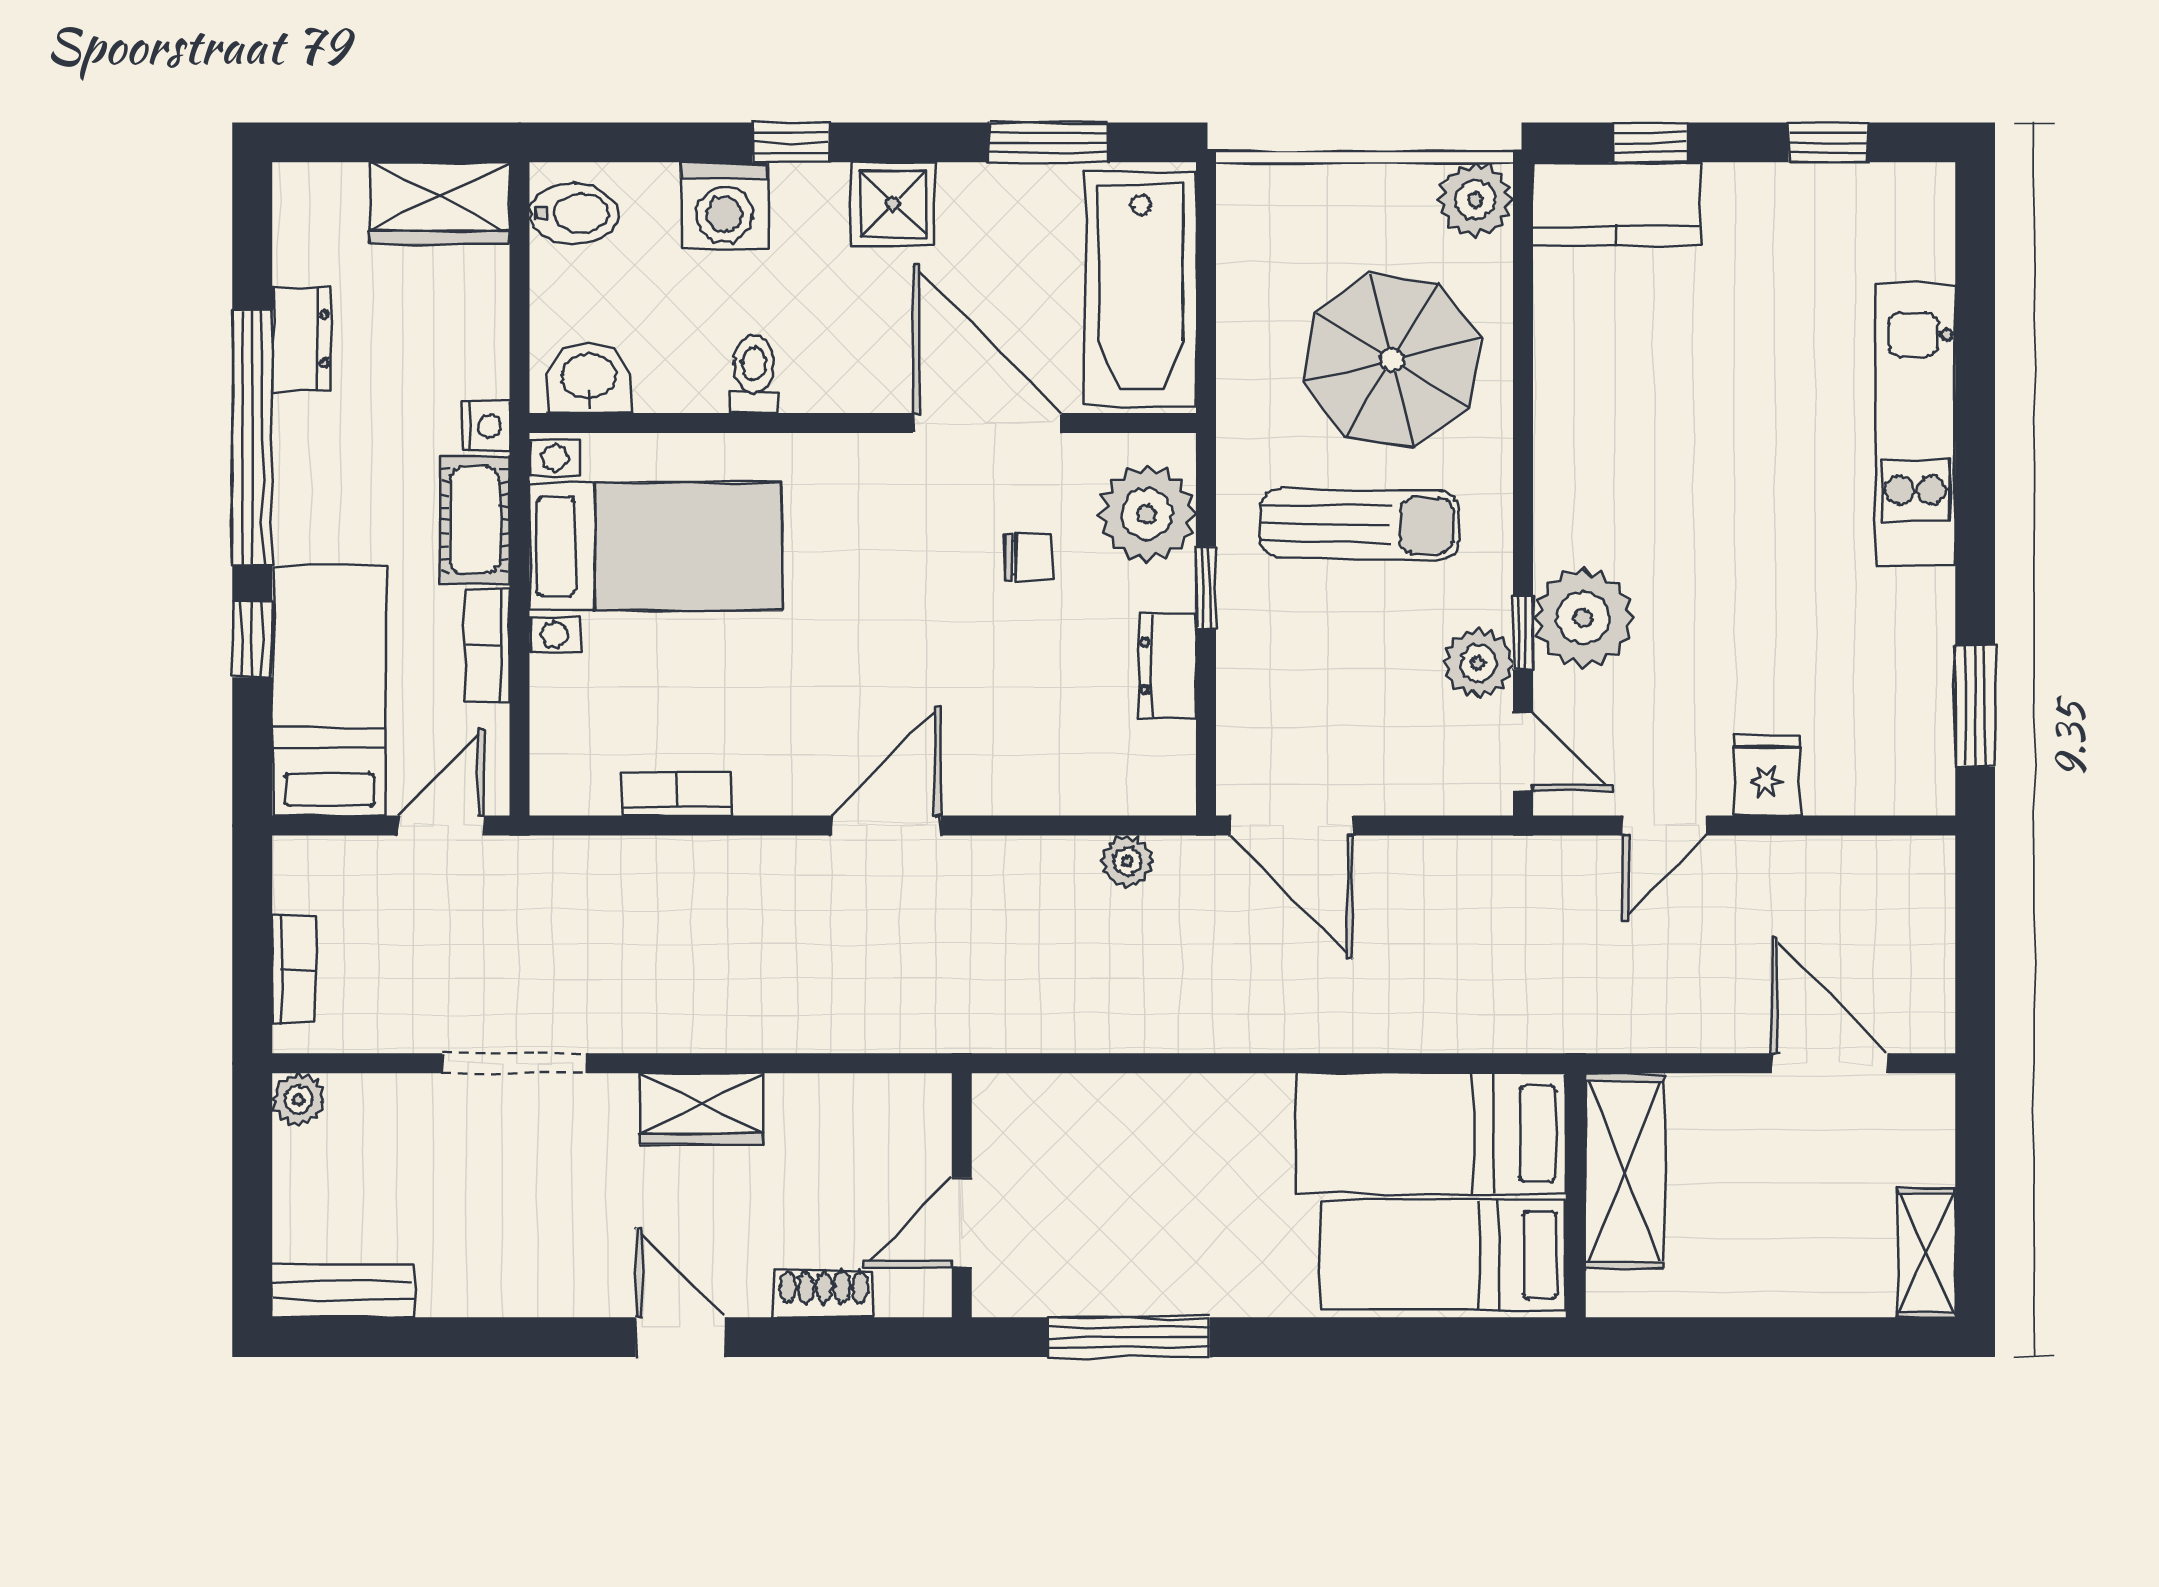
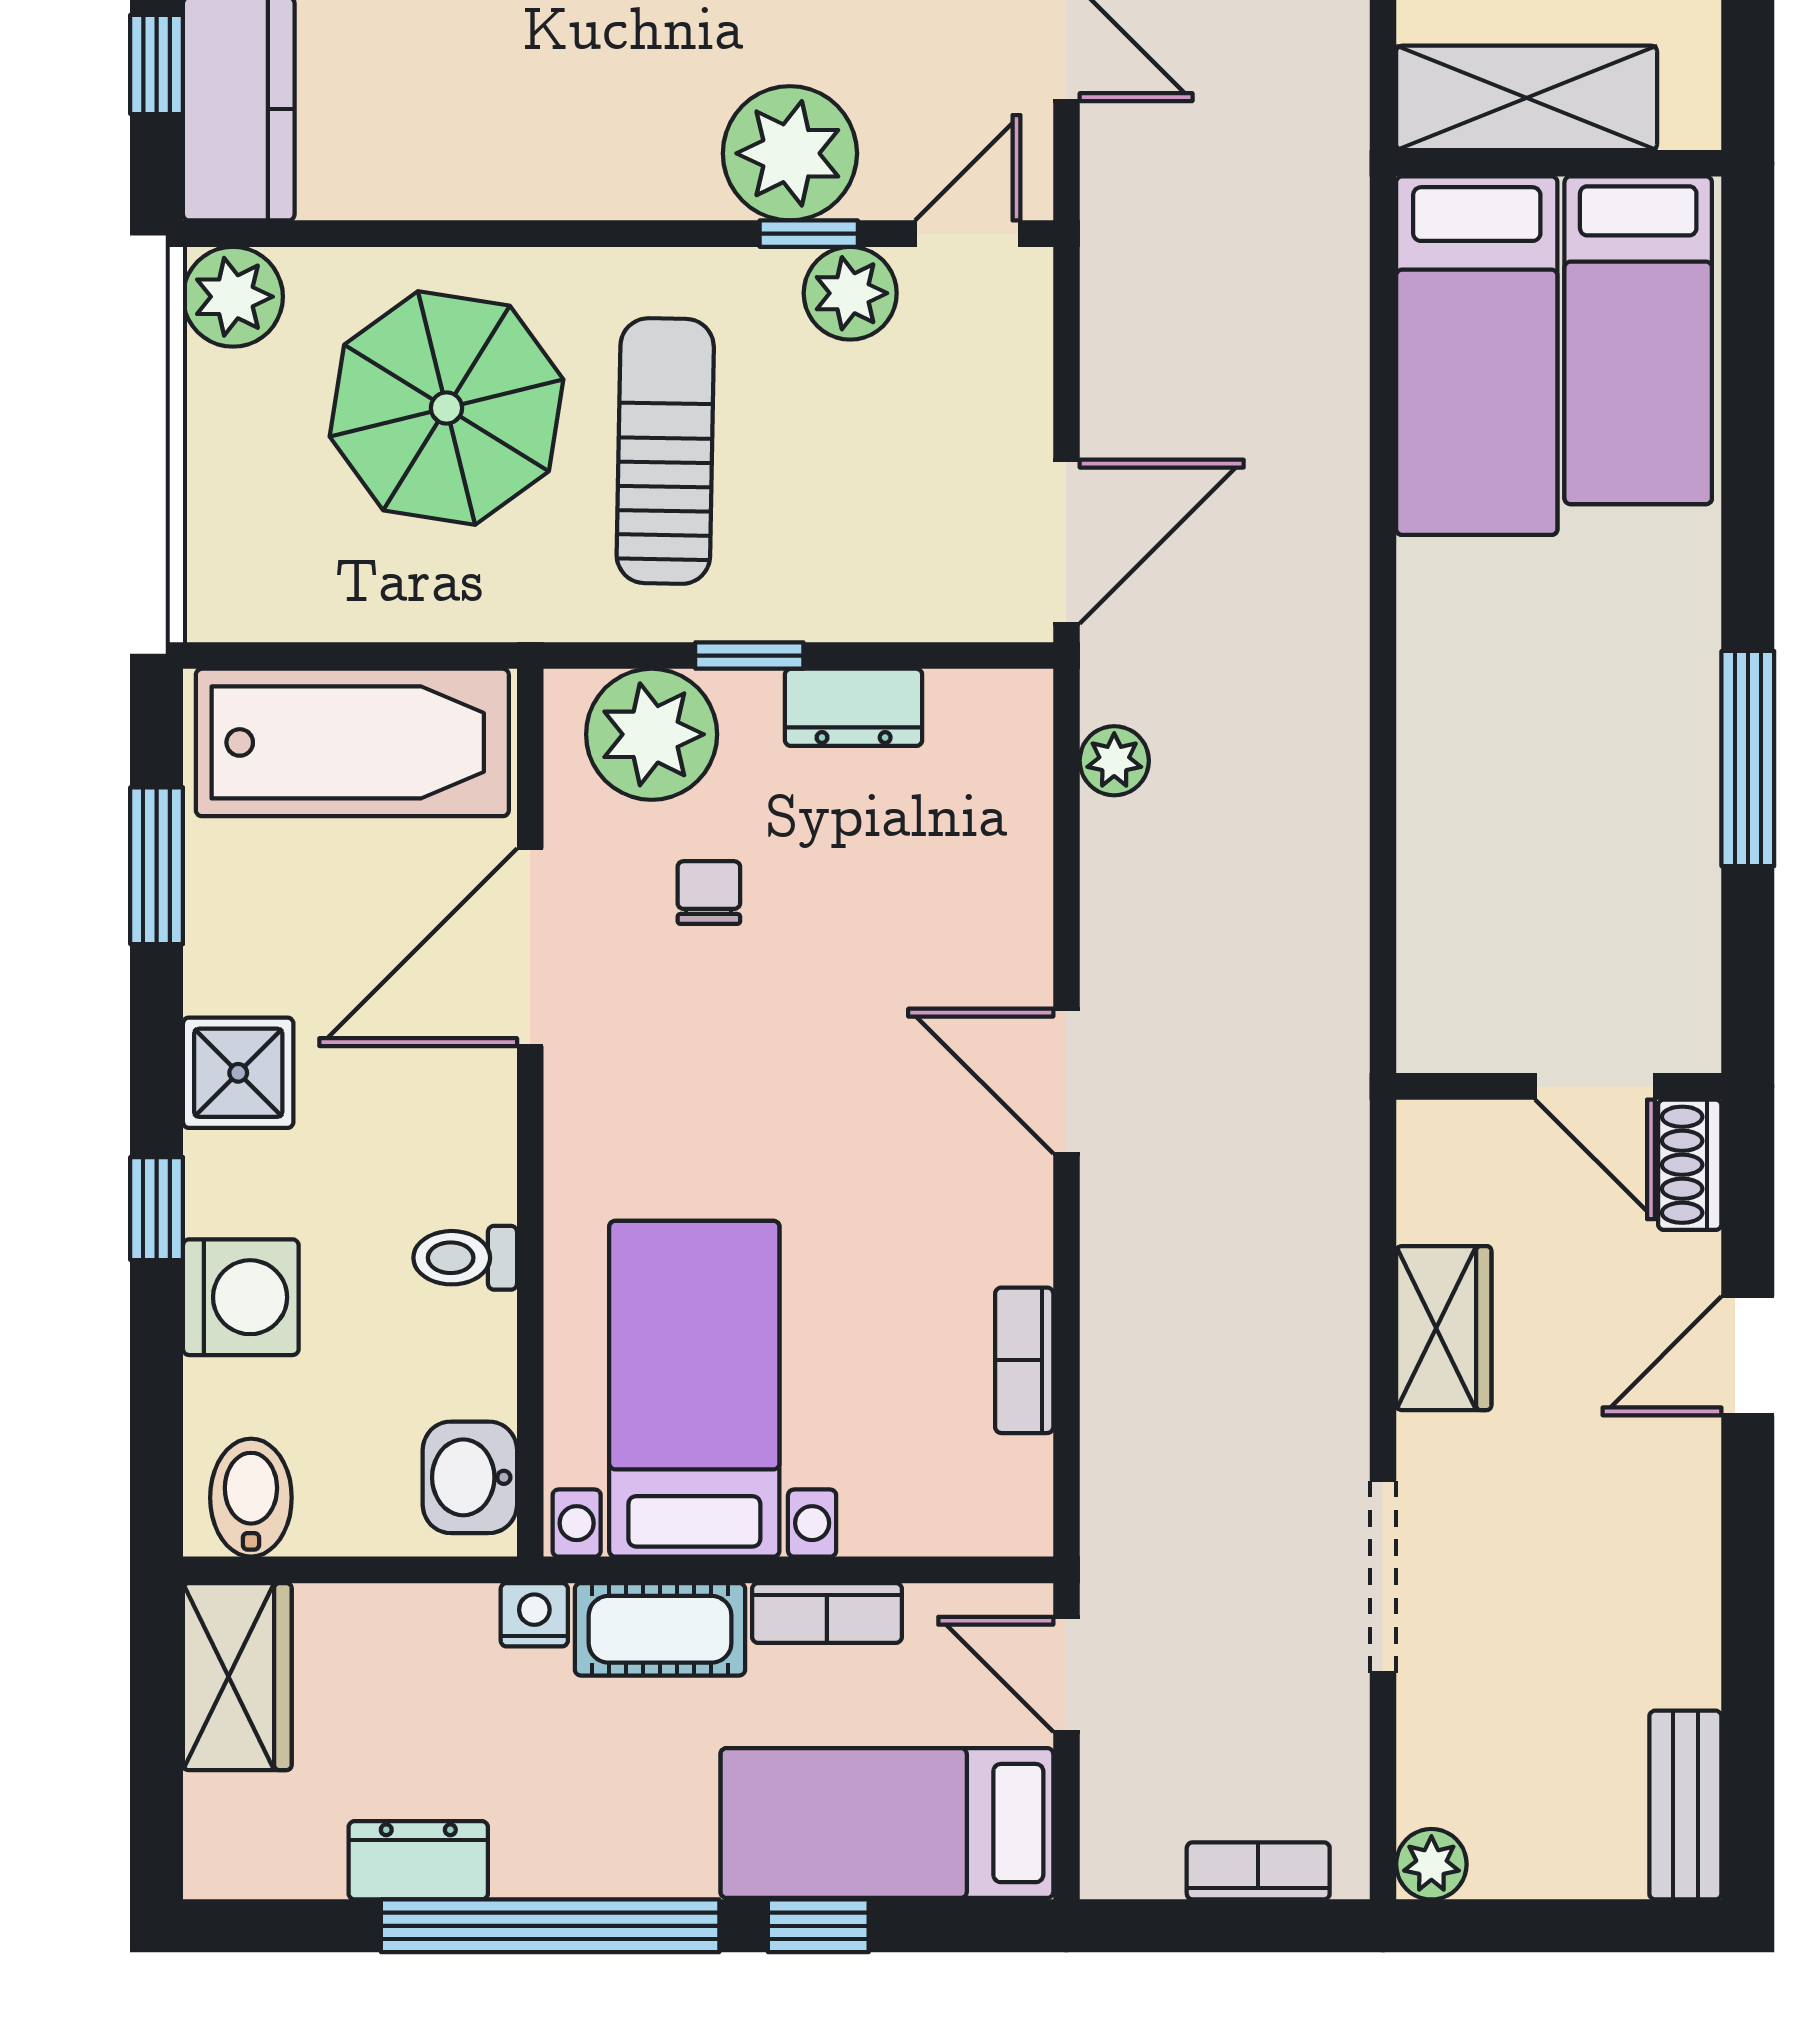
wall: (962, 1195) -> (1559, 1086), moved
door: (962, 1222) -> (1595, 1086), moved

